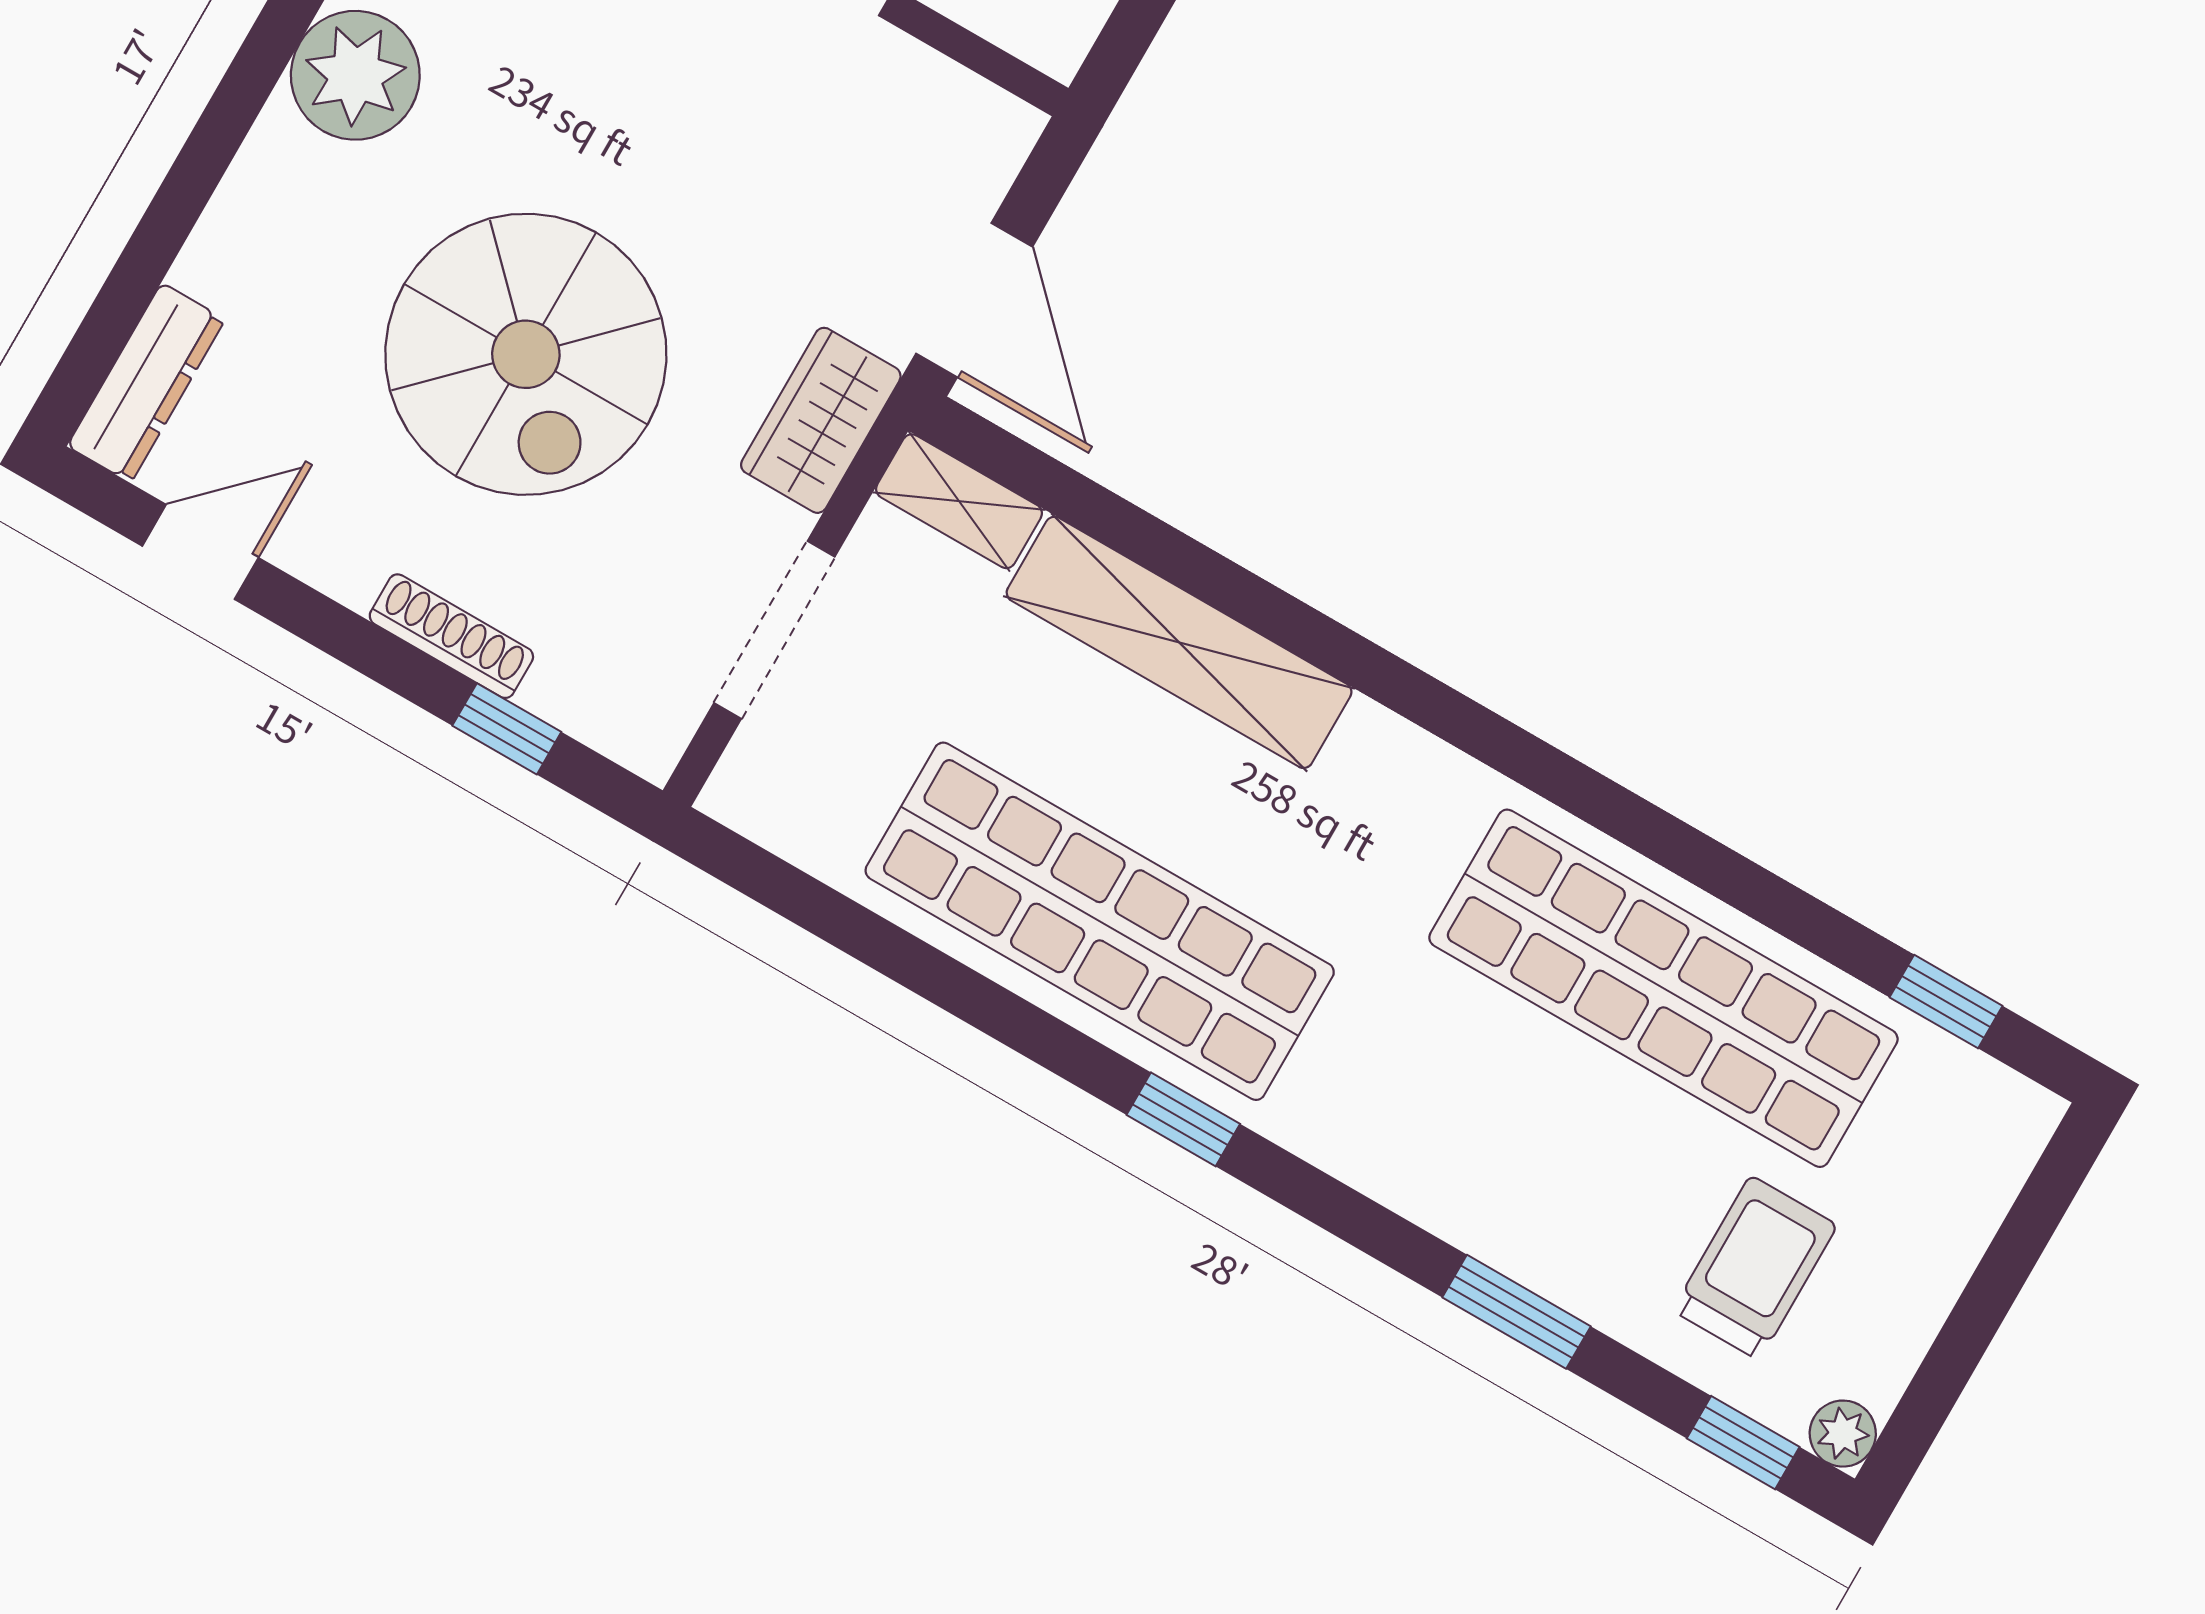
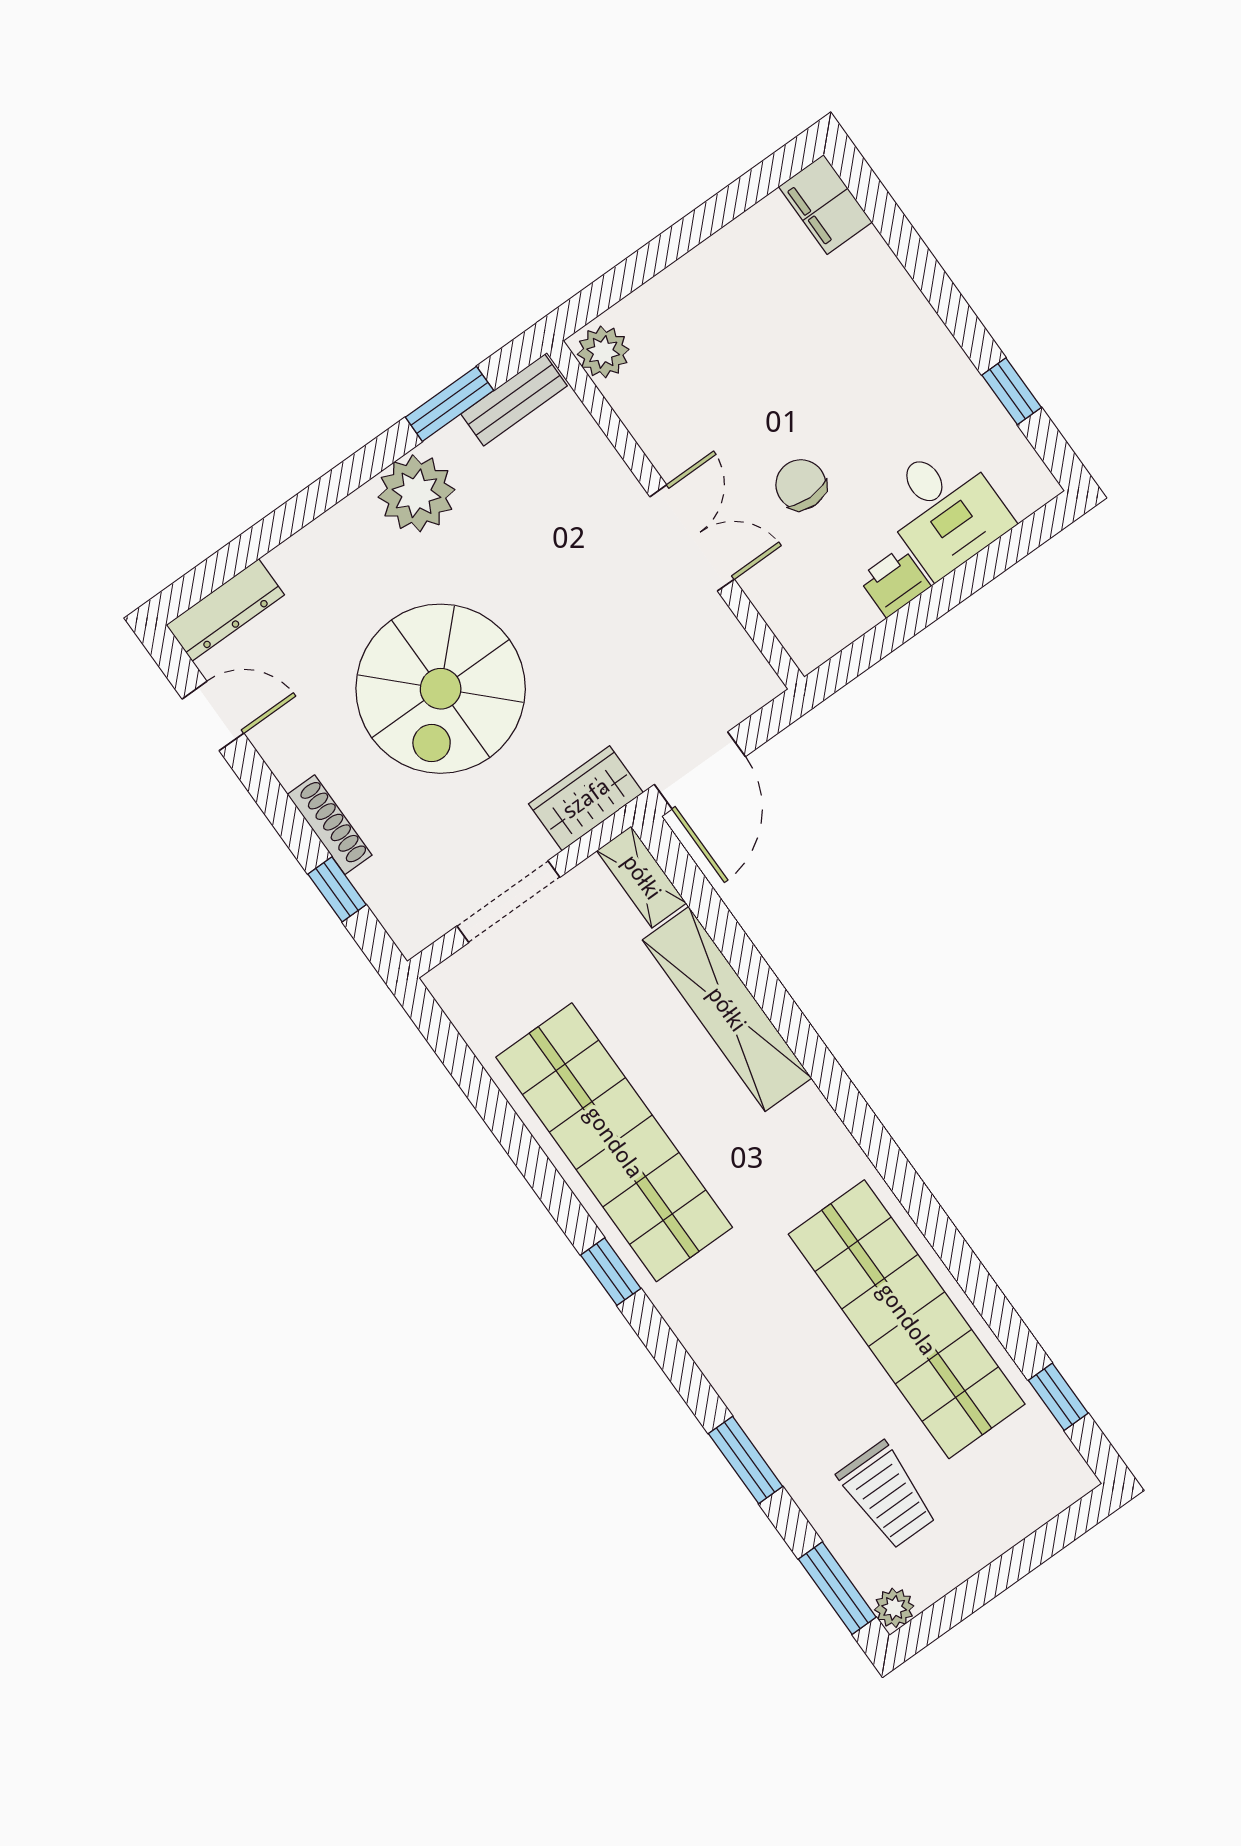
trolley: (1755, 1268) -> (887, 1495), turned 90
window: (1743, 1443) -> (837, 1588), width x1.50

